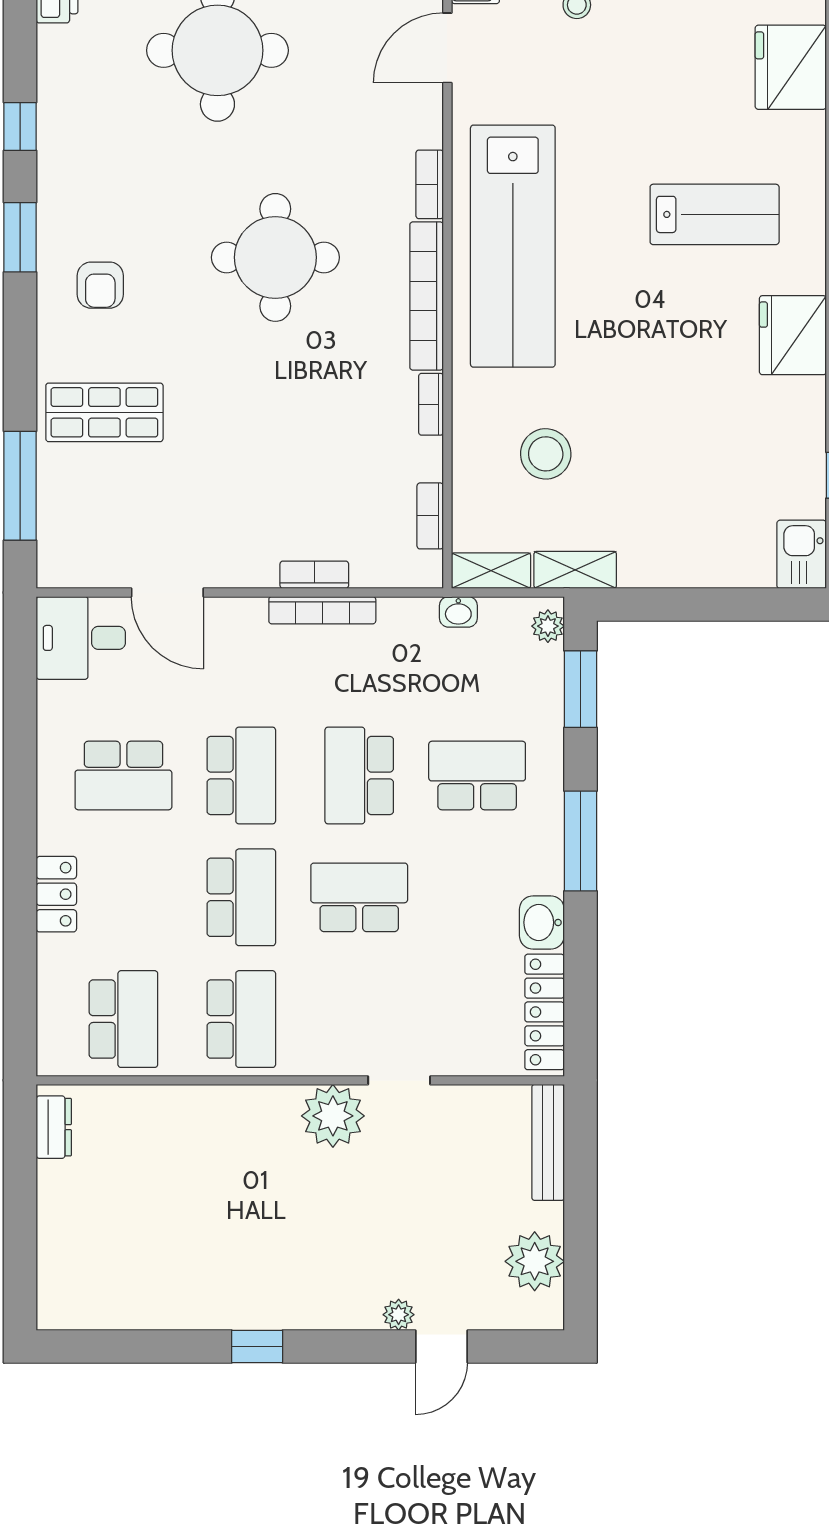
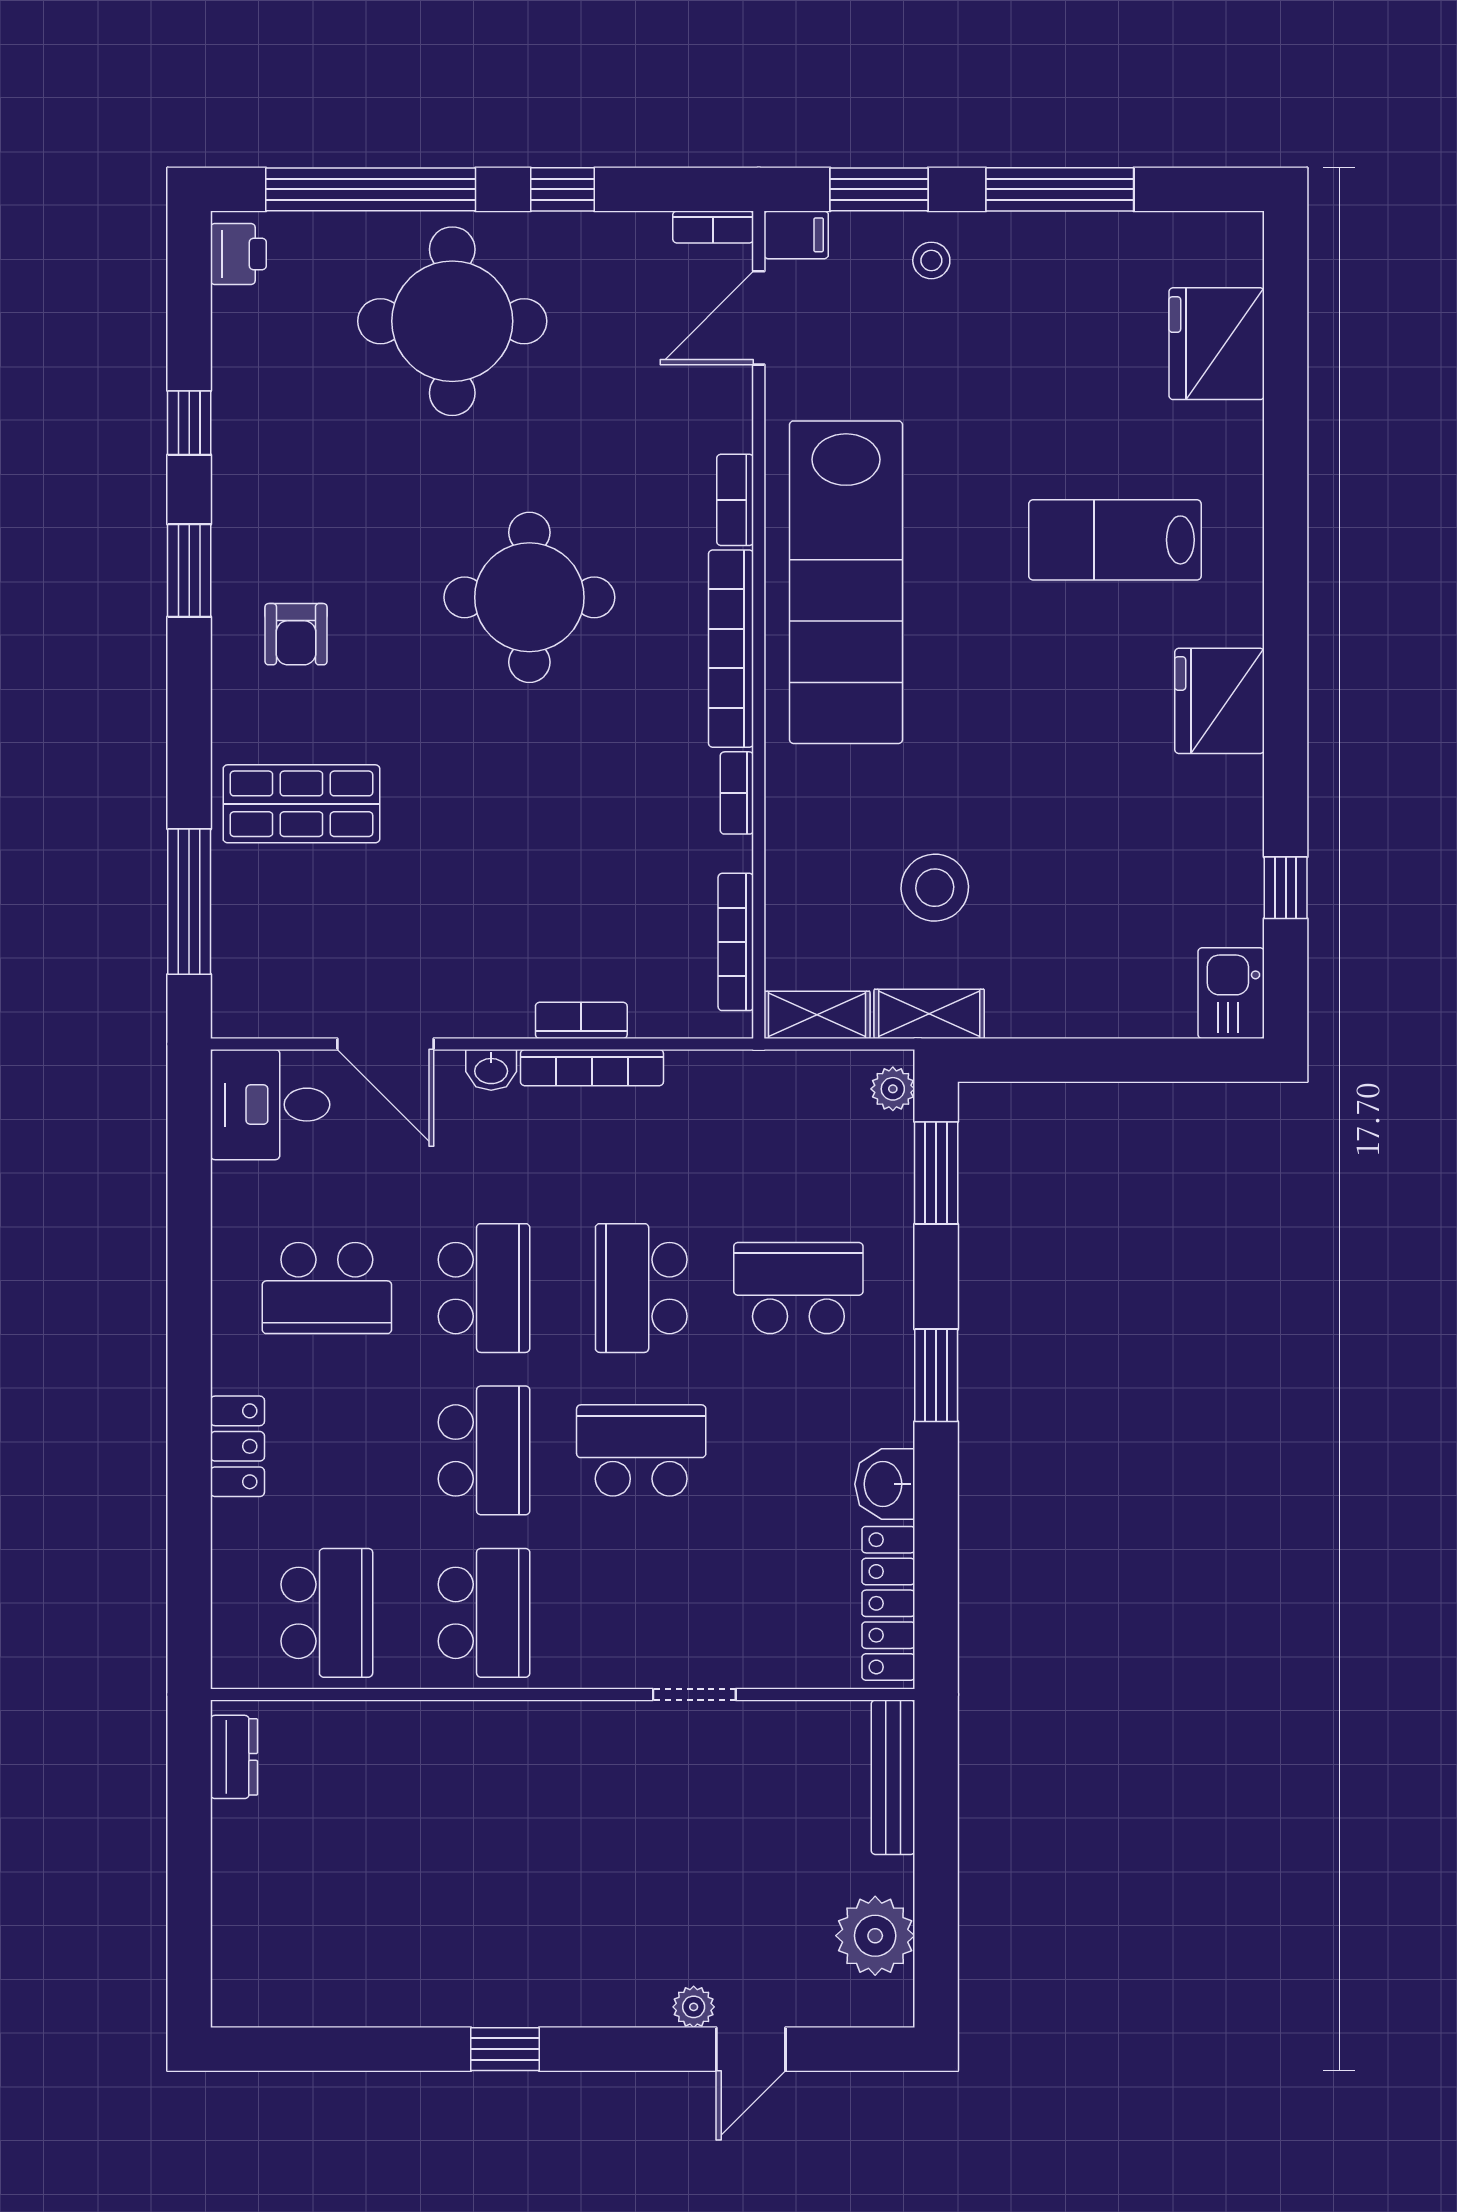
lab bench: (715, 214) -> (1115, 540), turned 180
stool: (546, 454) -> (935, 888), moved
bookcase: (430, 516) -> (736, 942), width x1.56
washbasin: (458, 612) -> (491, 1070), moved
window: (580, 841) -> (936, 1375), width x0.69
plant: (333, 1116) -> (606, 1742), removed

